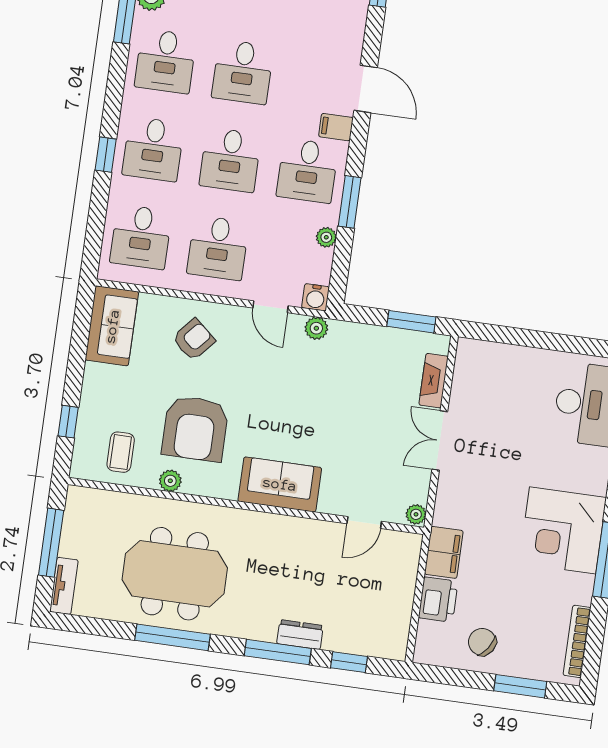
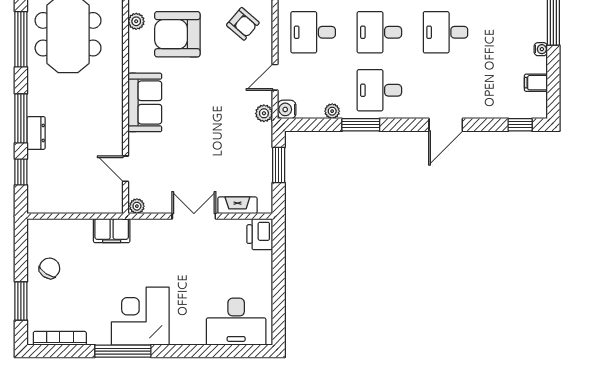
filing cabinet: (336, 127) -> (415, 107), removed
window: (411, 322) -> (279, 165), moved
printer: (438, 600) -> (260, 234), moved, turned 90

